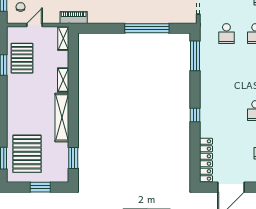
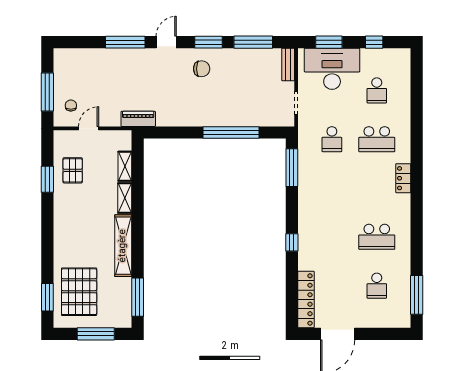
shelving: (63, 38) -> (125, 166), moved
pallet: (22, 58) -> (73, 170), width x0.67, depth x0.71
window: (73, 158) -> (138, 297), width x1.44
window: (40, 187) -> (96, 334), width x1.44

